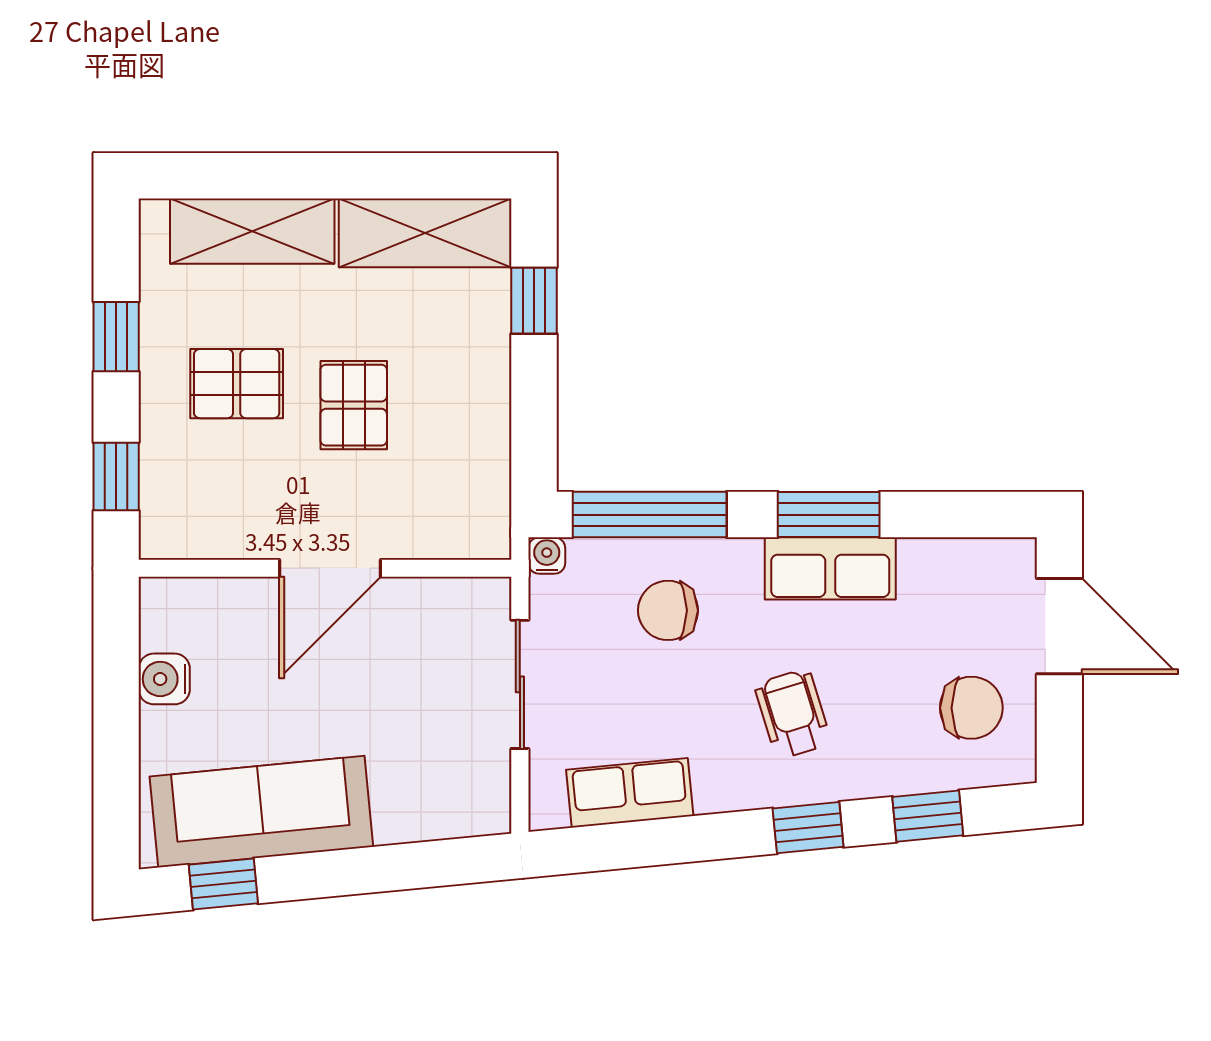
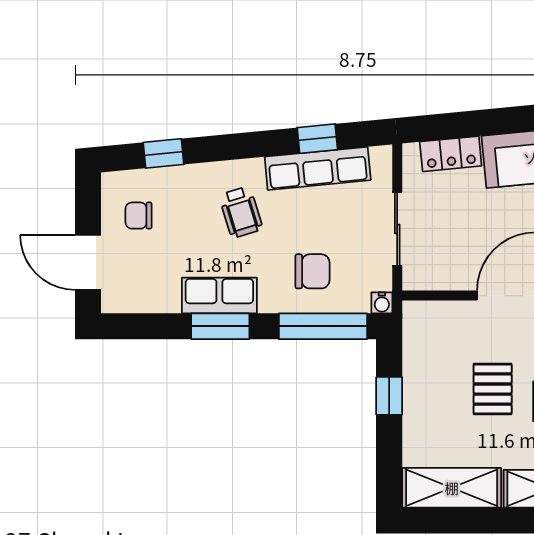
window: (534, 301) -> (389, 396), moved
chair: (971, 708) -> (139, 216), width x0.73, depth x0.73
row of seats: (630, 793) -> (318, 168), width x1.48
locker: (427, 815) -> (451, 154), added
window: (808, 828) -> (317, 139), moved

